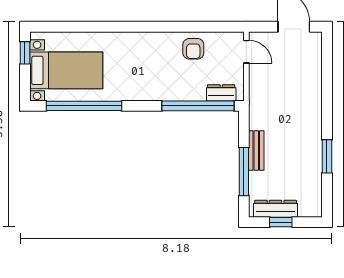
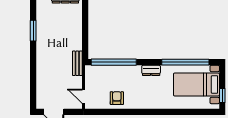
dresser: (221, 93) -> (151, 70), moved
bench: (256, 150) -> (77, 63), moved
window: (244, 172) -> (85, 21), removed

